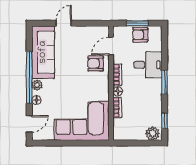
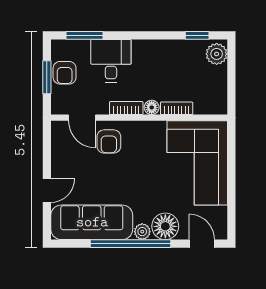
door: (64, 23) -> (47, 190), swing flipped
window: (164, 82) -> (85, 35), moved
floor lamp: (36, 100) -> (165, 226), width x1.89, depth x1.89

